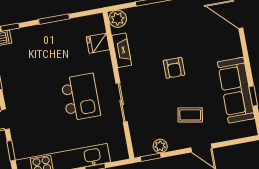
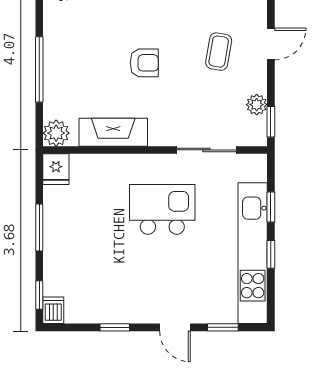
fridge: (98, 43) -> (56, 169), moved
fireplace: (122, 50) -> (113, 132), width x1.37, depth x1.32
sliding door: (122, 103) -> (206, 150), moved

